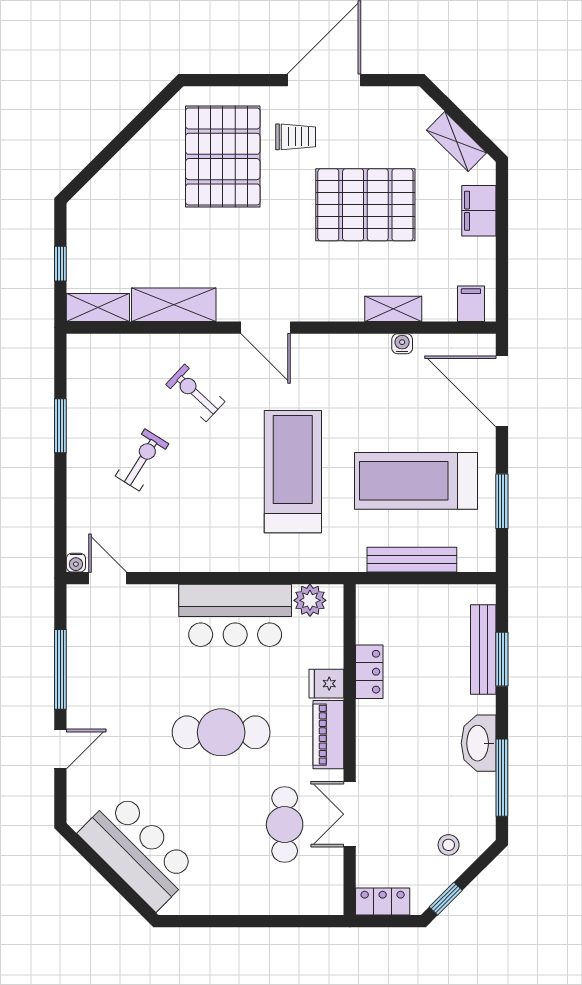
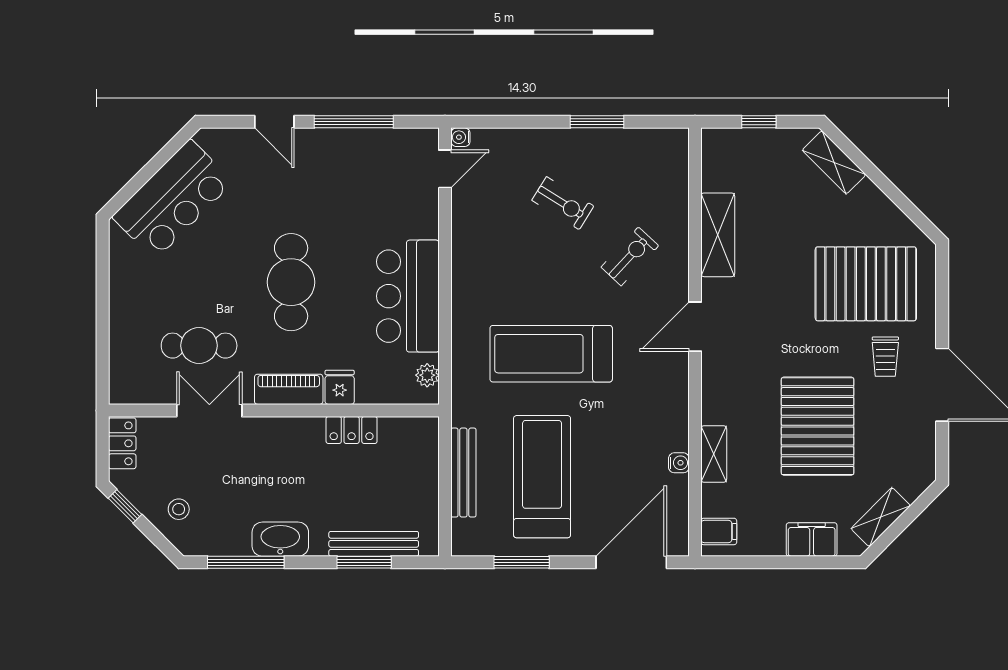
shelving: (98, 307) -> (834, 162), moved, turned -45
treadmill: (293, 472) -> (551, 354), turned 180
plant: (310, 600) -> (427, 375), width x0.73, depth x0.73

